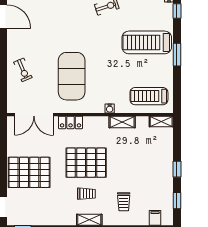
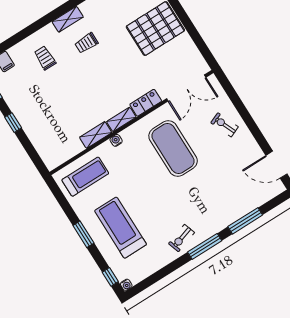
treadmill: (147, 42) -> (120, 228), turned -90
double door: (34, 115) -> (186, 88), swing flipped
shelving: (161, 121) -> (121, 119), moved
pallet: (86, 163) -> (106, 73), removed

